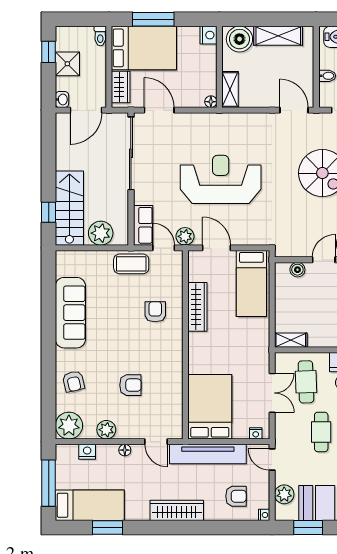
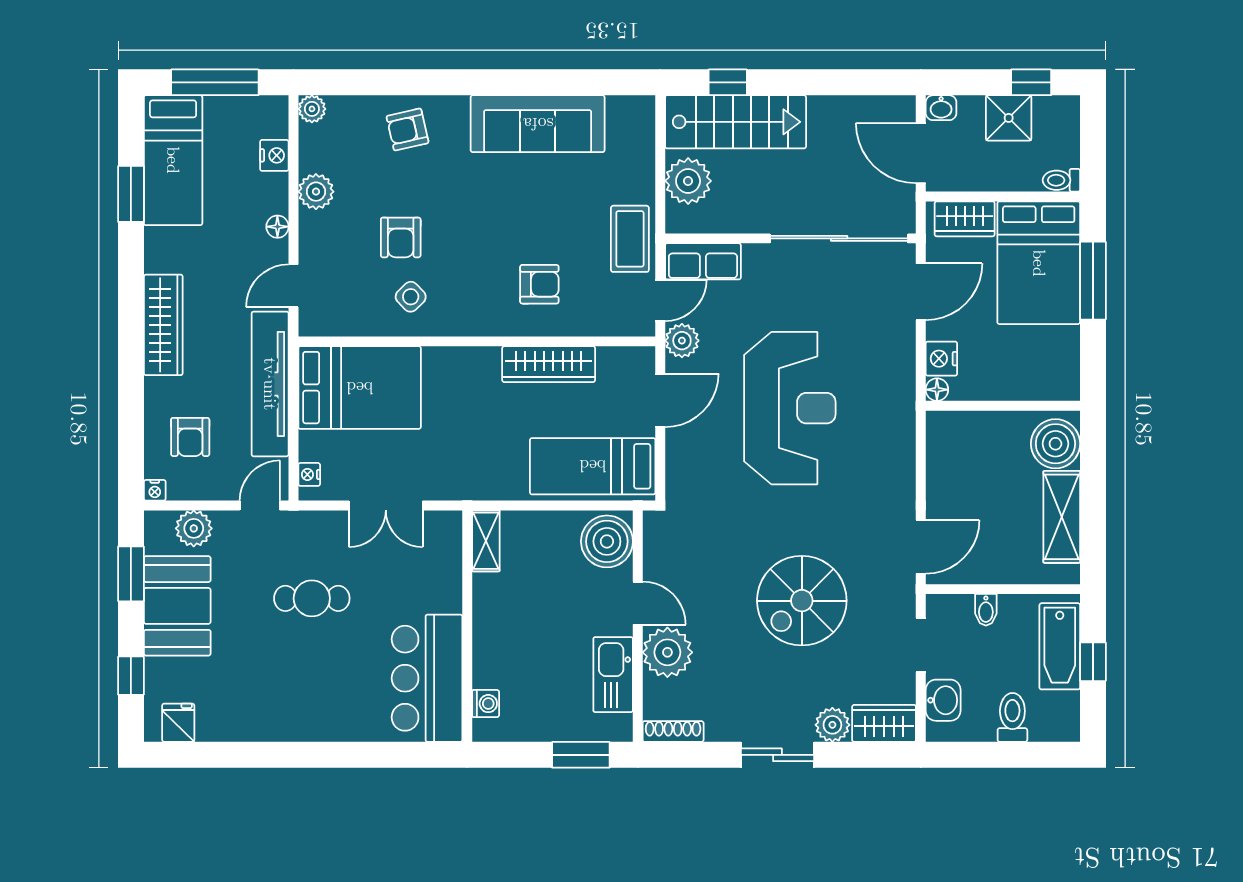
nightstand: (209, 35) -> (941, 359), moved, turned 90
shelving: (230, 90) -> (960, 426), removed
boiler: (297, 270) -> (607, 541), width x1.86, depth x1.86
side table: (162, 380) -> (411, 297), added
cafe table: (306, 382) -> (407, 570), removed
plant: (69, 426) -> (312, 109), width x0.53, depth x0.53

